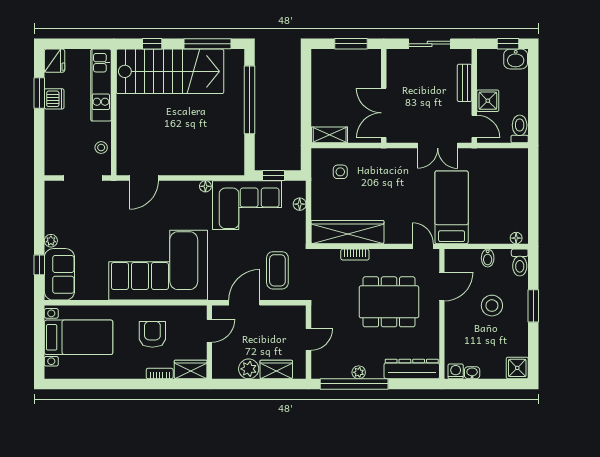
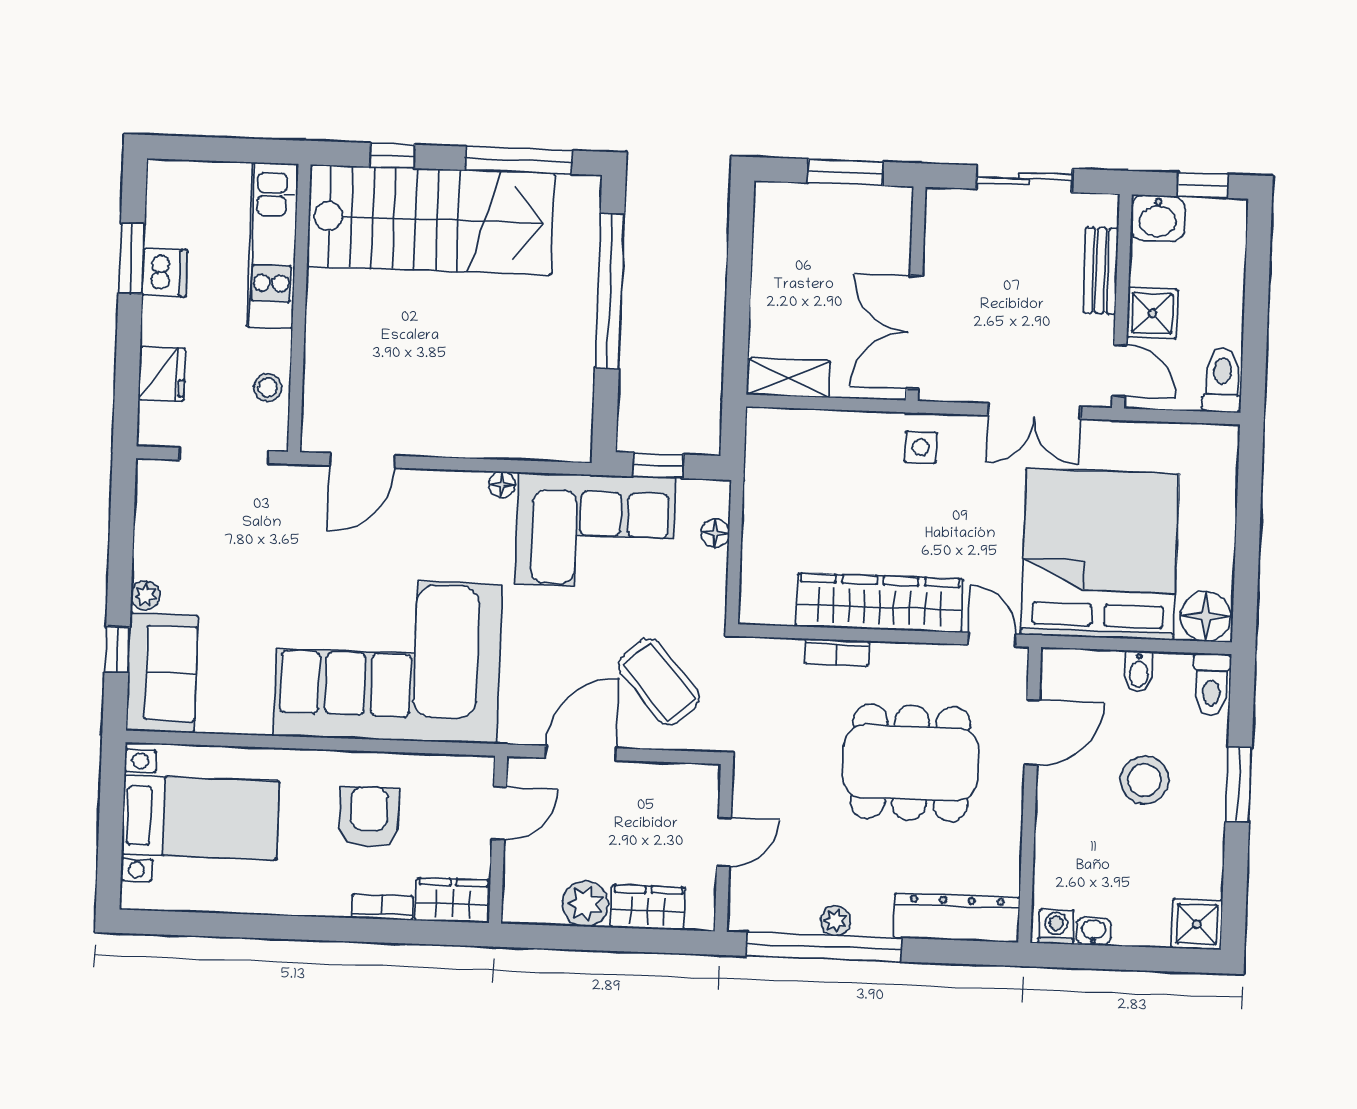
washbasin: (516, 59) -> (1158, 218), moved
fridge: (54, 61) -> (162, 374), moved
side table: (340, 172) -> (921, 447), moved
bed: (452, 207) -> (1100, 554), width x2.04
wardrobe: (347, 232) -> (880, 603), moved
floor lamp: (516, 238) -> (1206, 616), width x1.89, depth x1.89
coffee table: (277, 270) -> (659, 682), turned -41

